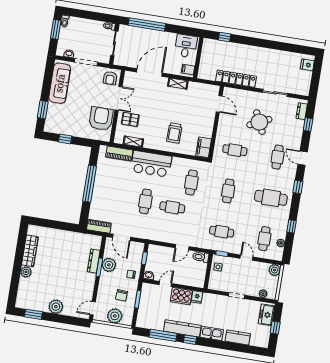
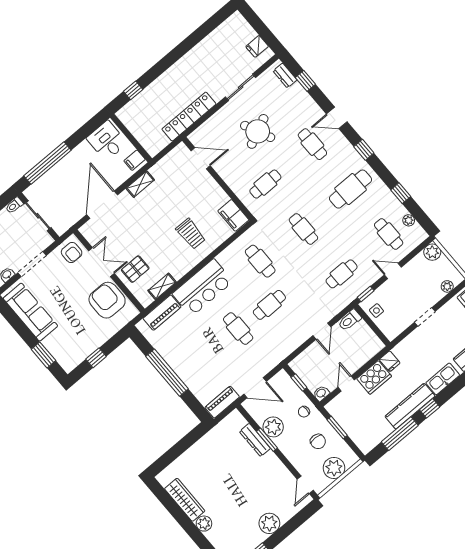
fridge: (307, 65) -> (257, 46), moved

